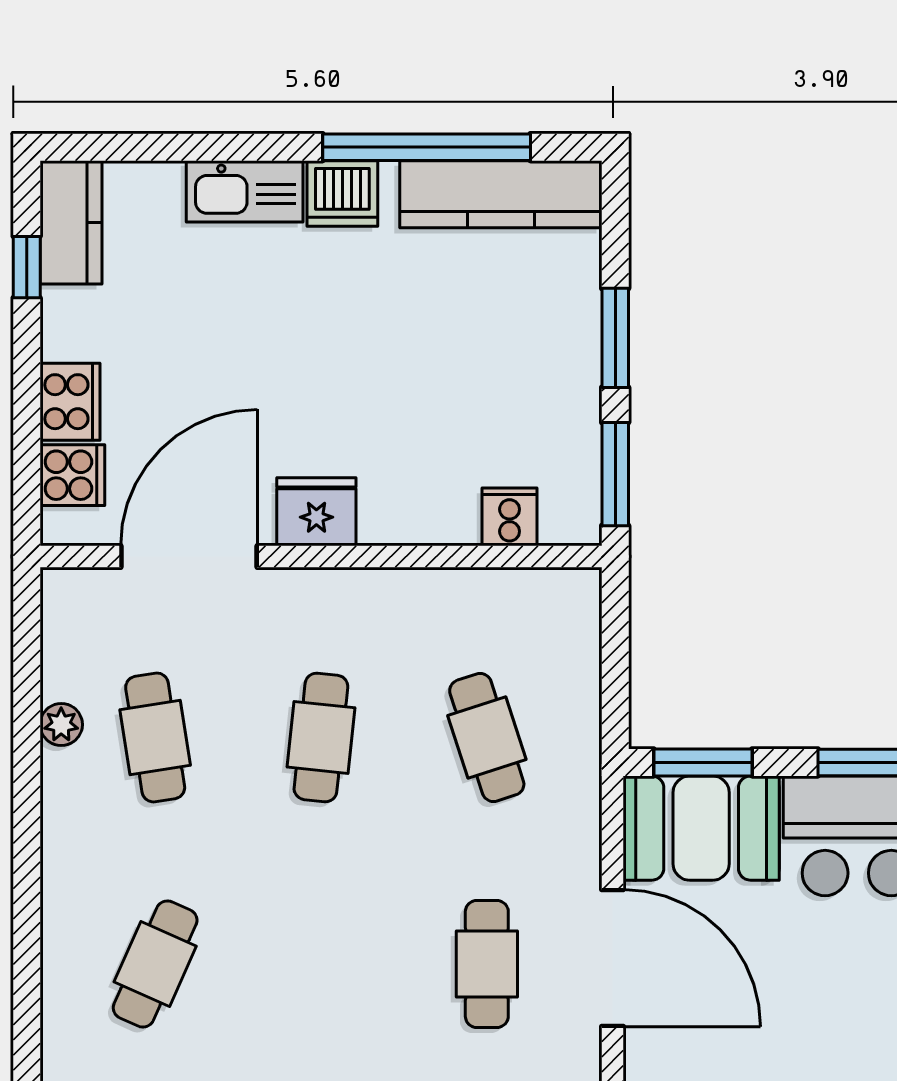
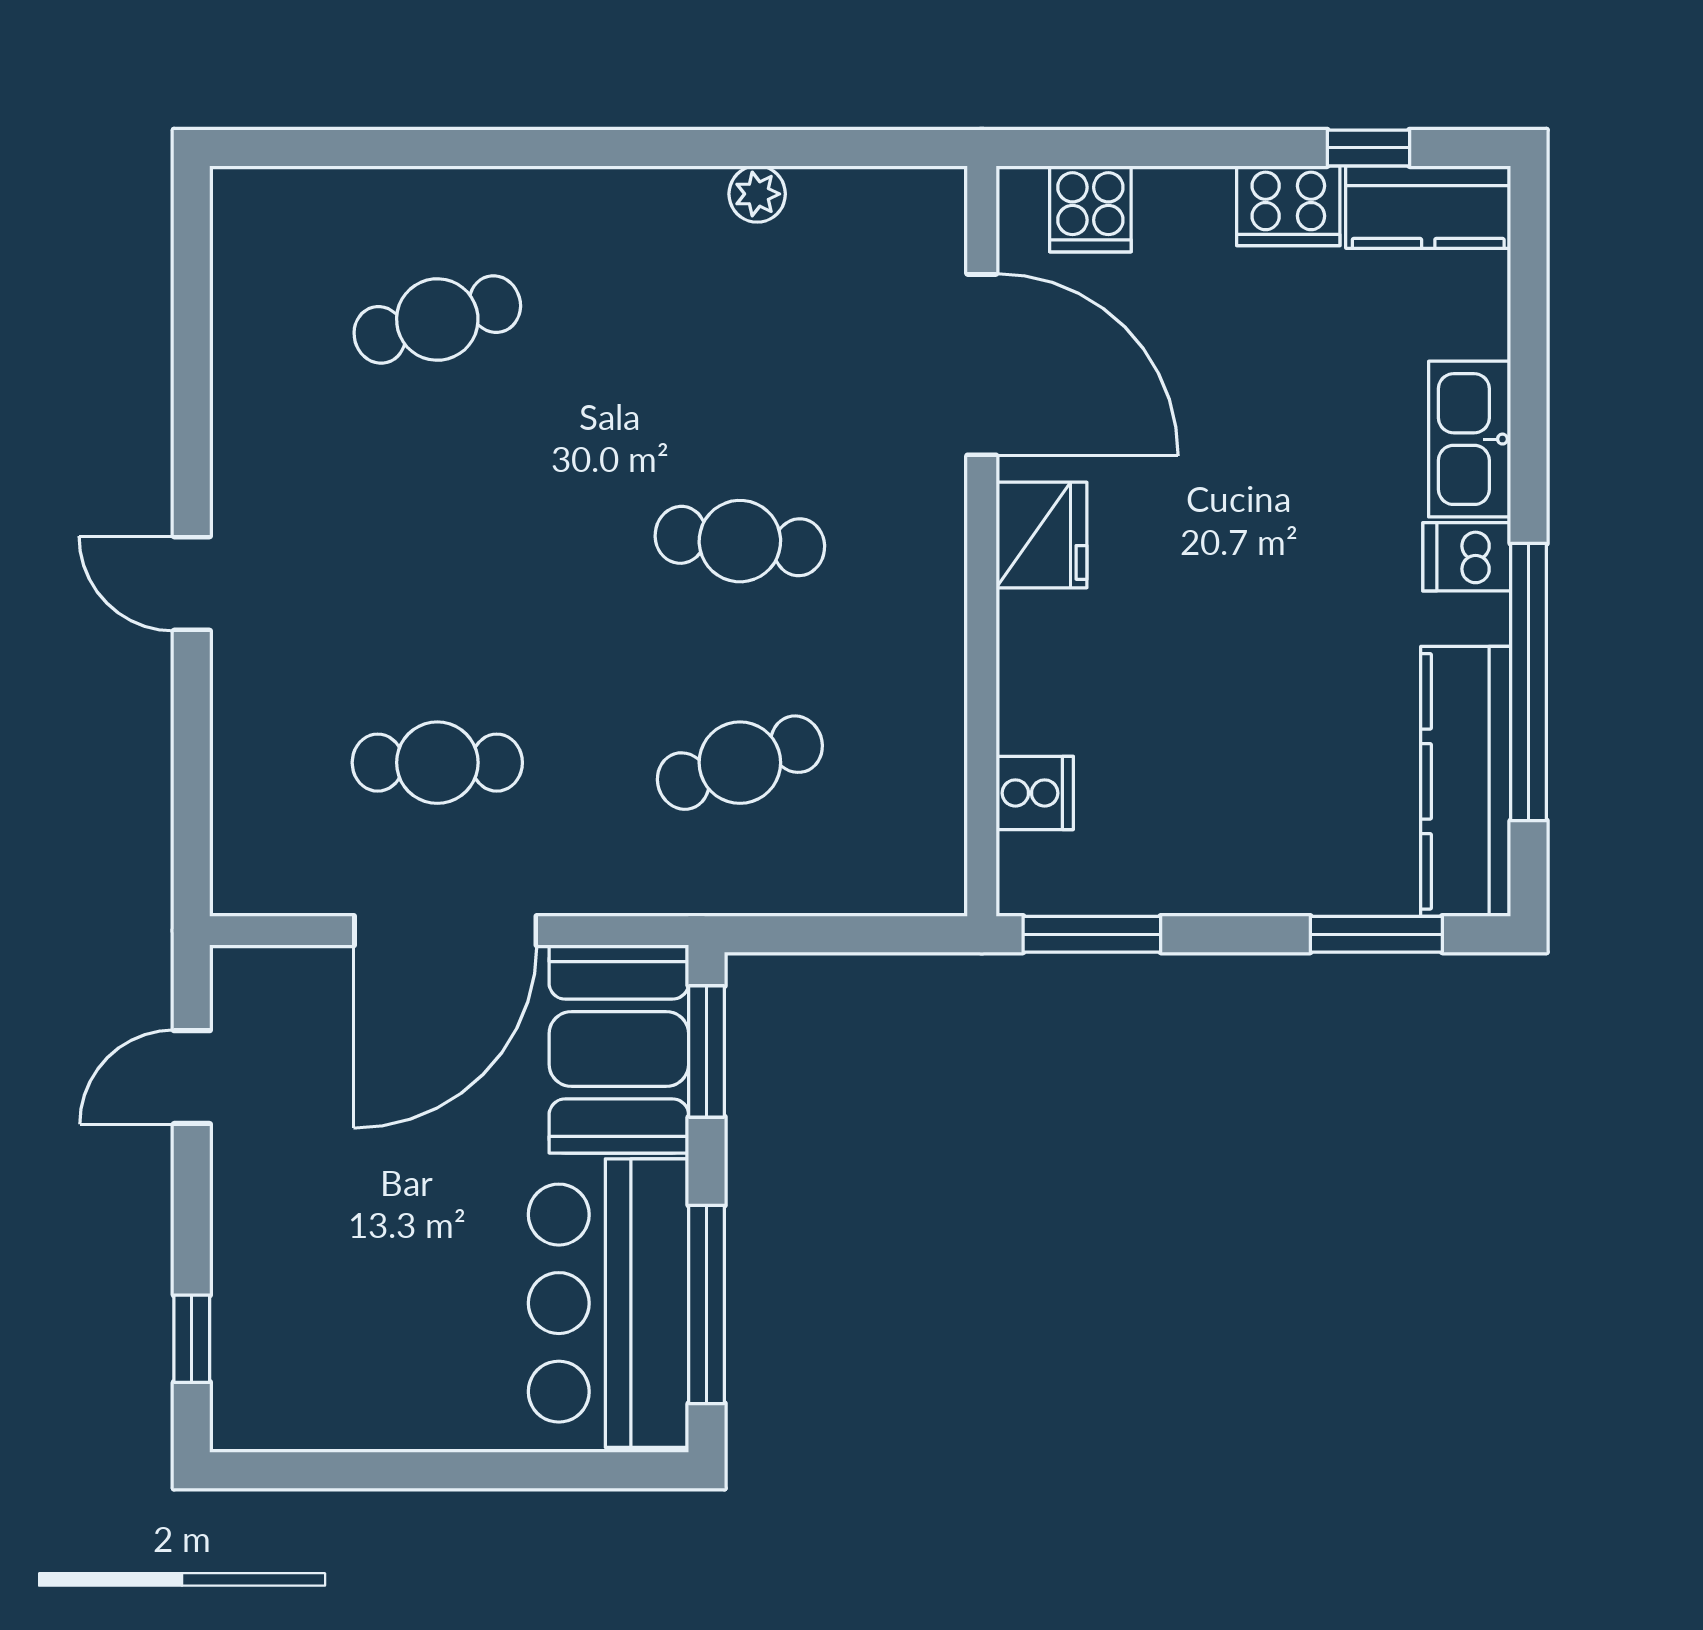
dishwasher: (342, 193) -> (1467, 557), width x0.73
window: (615, 338) -> (1376, 934), moved
cooker: (70, 402) -> (1288, 206), moved
cafe table: (155, 737) -> (740, 320), removed
cafe table: (155, 964) -> (437, 320), turned -39

